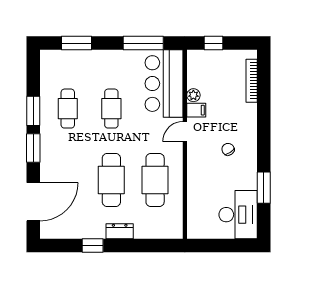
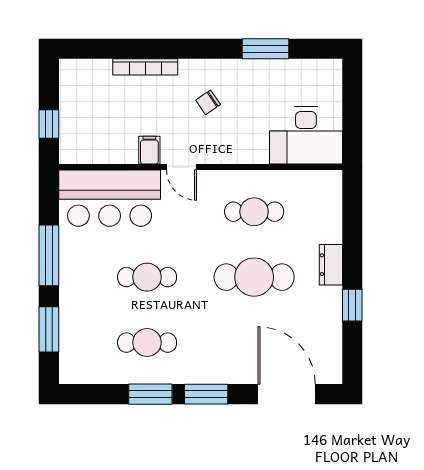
window: (143, 43) -> (49, 255), moved
bookcase: (252, 81) -> (145, 67), moved
plant: (193, 95) -> (127, 154), removed
cafe table: (155, 180) -> (254, 212), width x0.73, depth x0.74
desk: (238, 215) -> (306, 135), moved, turned 180

